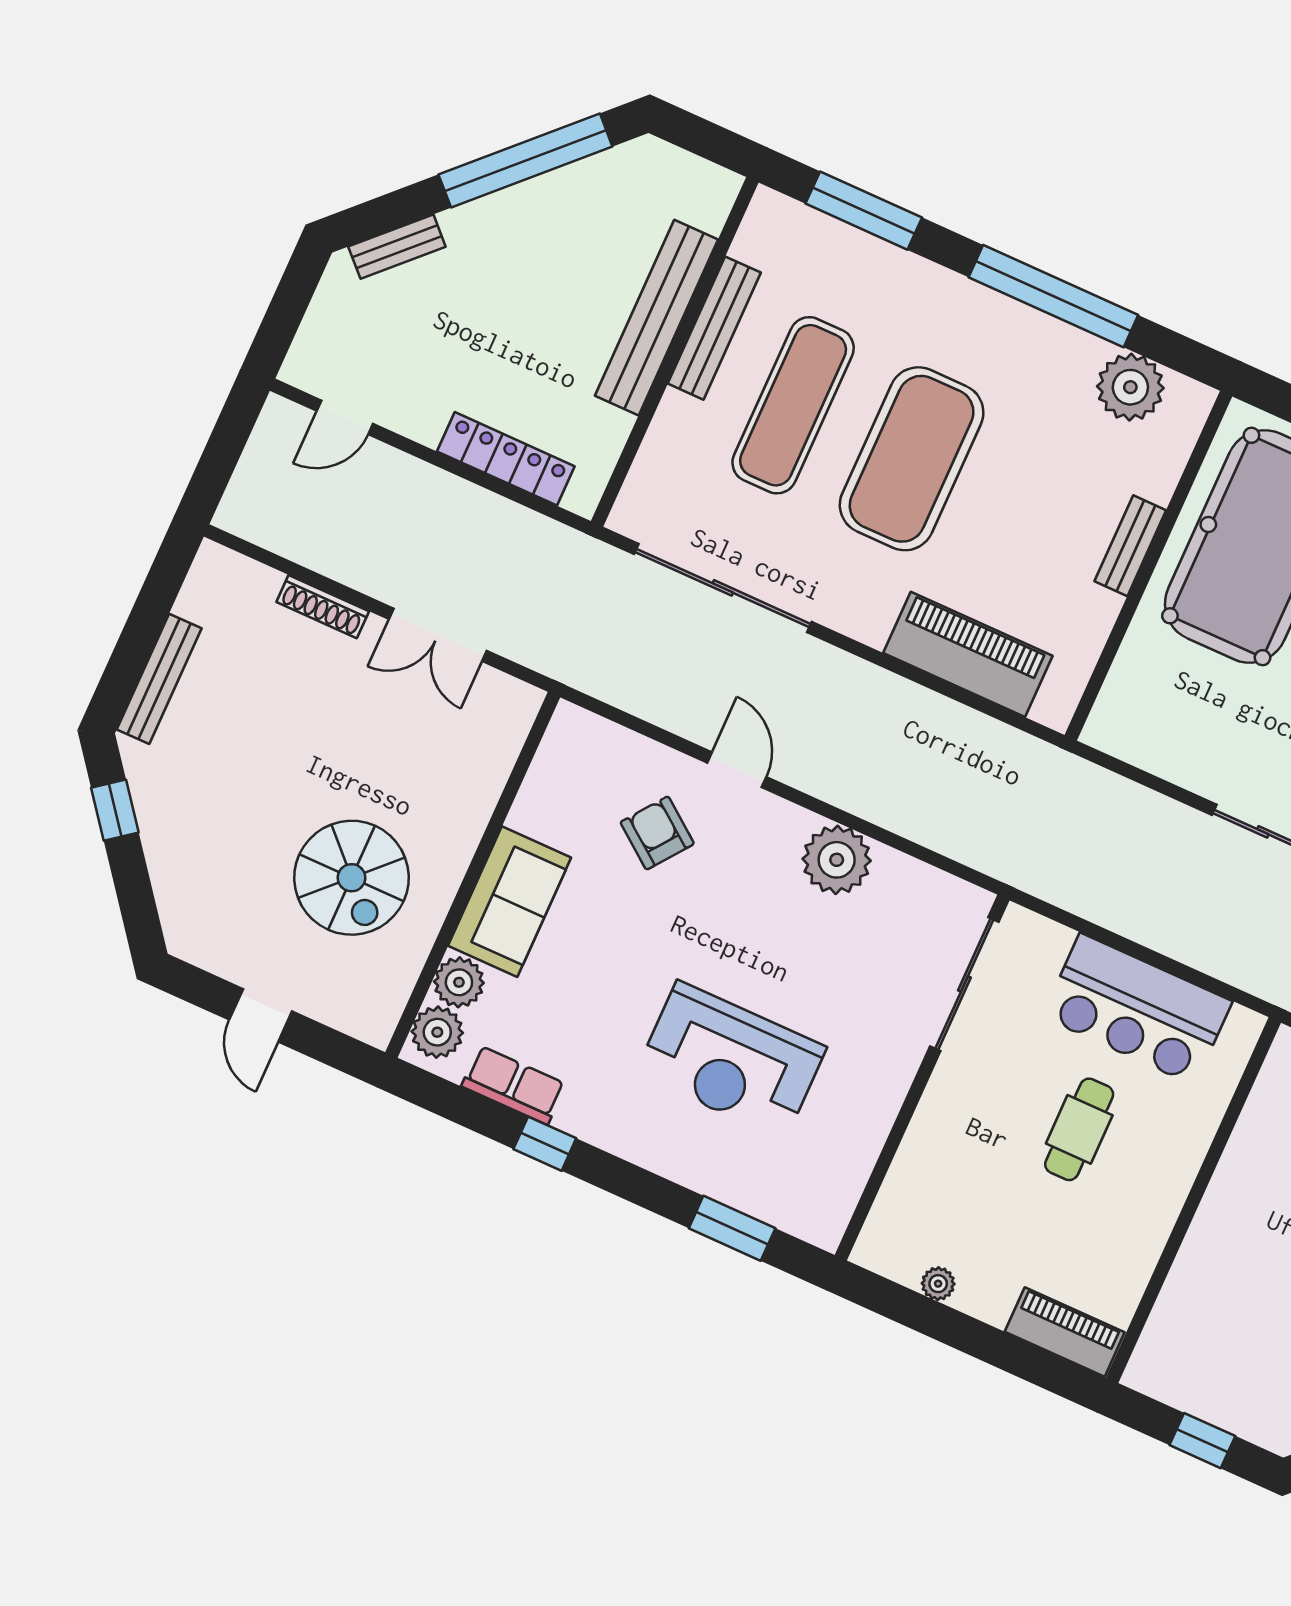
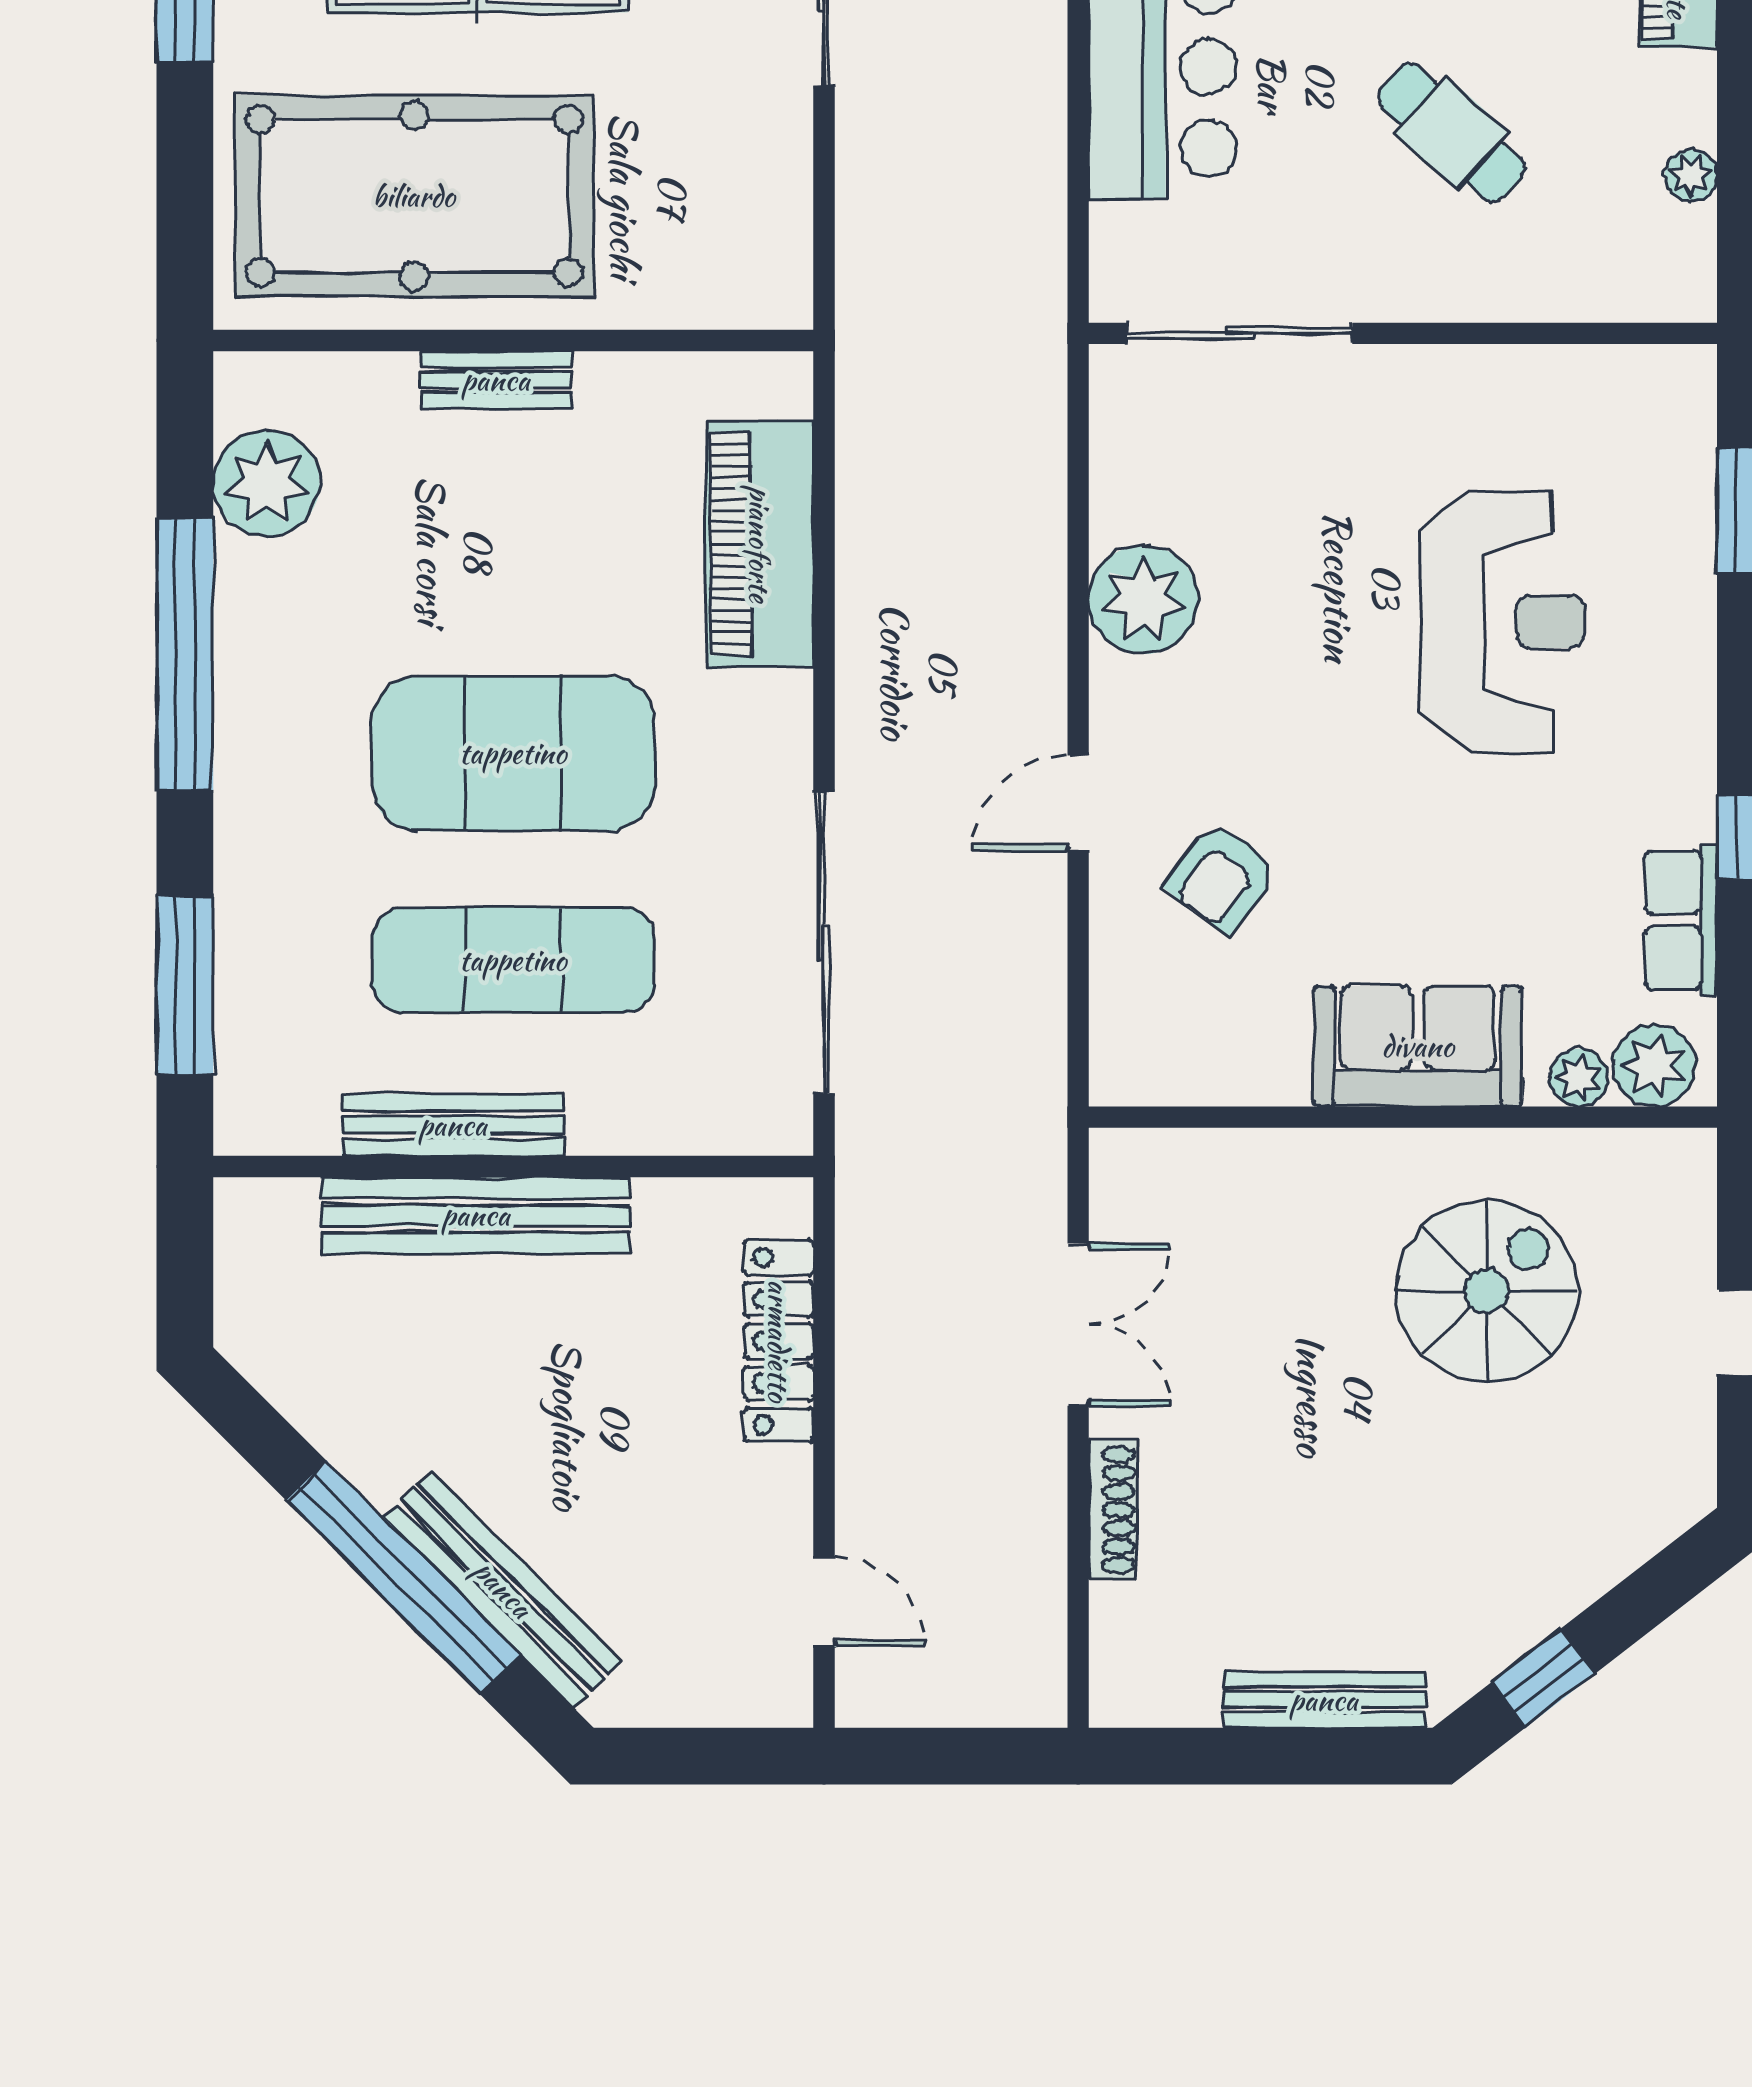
window: (525, 161) -> (403, 1578), moved
bench: (397, 247) -> (503, 1589), width x1.86, depth x1.21
plant: (459, 982) -> (1579, 1078), width x0.73, depth x0.73
cafe table: (1079, 1129) -> (1452, 133), moved, turned 42

